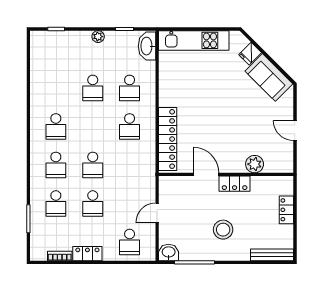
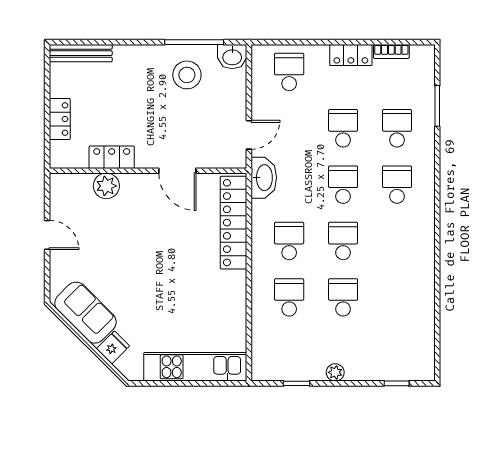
washbasin: (147, 46) -> (264, 178), moved
school desk: (56, 126) -> (343, 241), moved
locker: (235, 184) -> (112, 157), moved
door: (157, 213) -> (249, 135), moved
stool: (223, 230) -> (187, 75), moved

